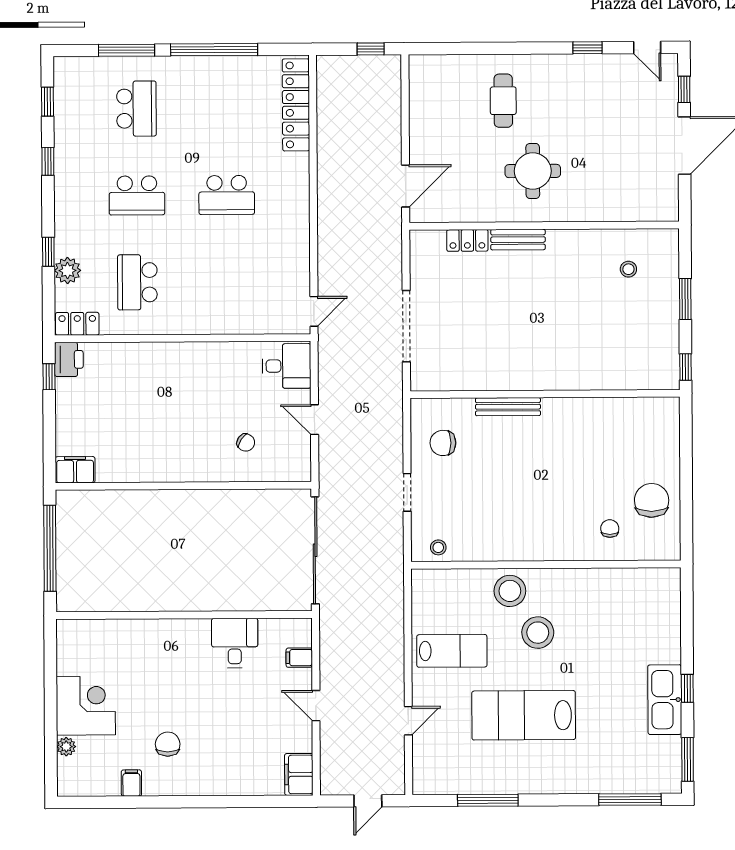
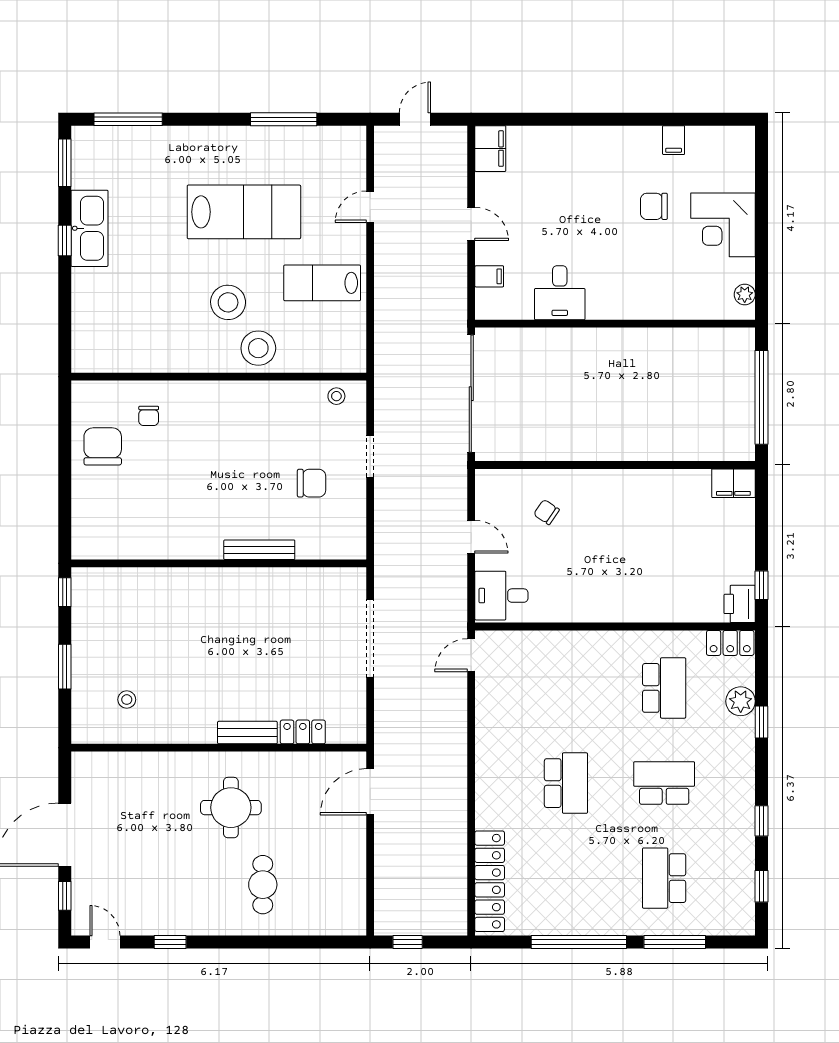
school desk: (227, 195) -> (566, 783), turned 90
chair: (443, 443) -> (311, 483), moved
chair: (652, 500) -> (103, 446), turned 180
chair: (168, 744) -> (654, 206), moved, turned 90
plant: (66, 747) -> (745, 294), moved

